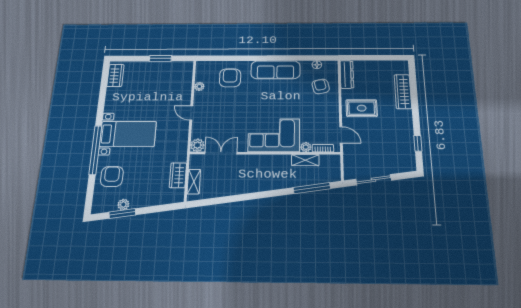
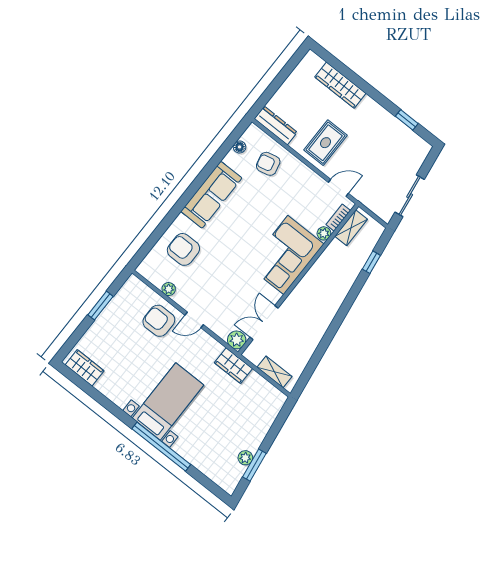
shelving: (305, 160) -> (351, 228), moved
wardrobe: (178, 175) -> (233, 366), moved
armchair: (112, 176) -> (159, 321), moved
window: (312, 188) -> (371, 262), width x0.46

